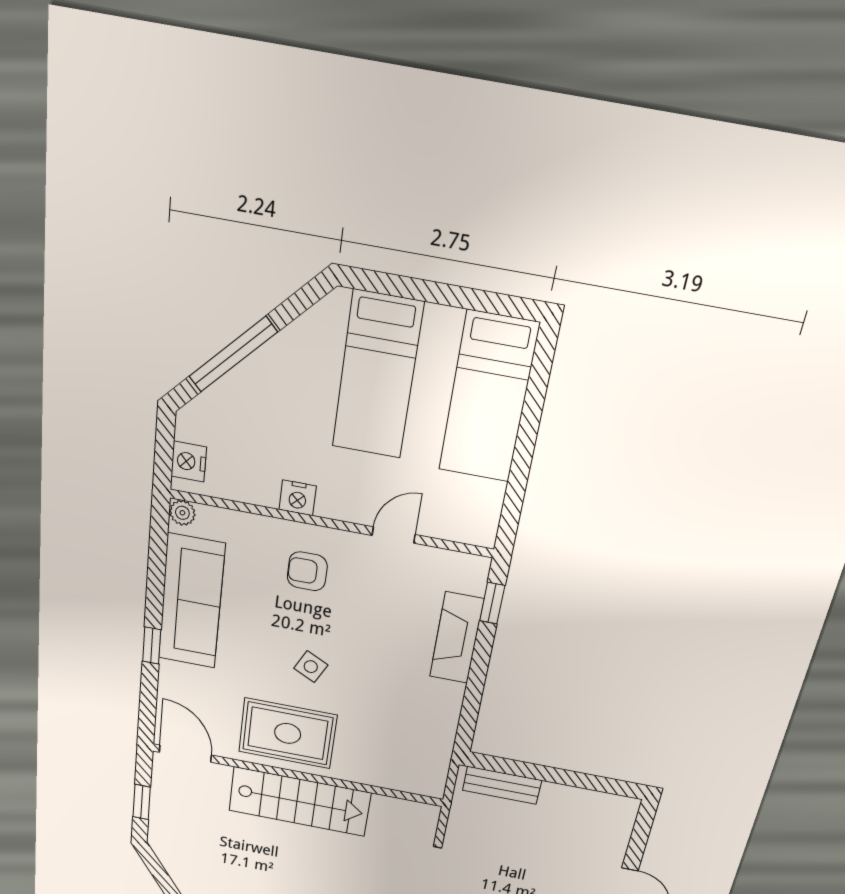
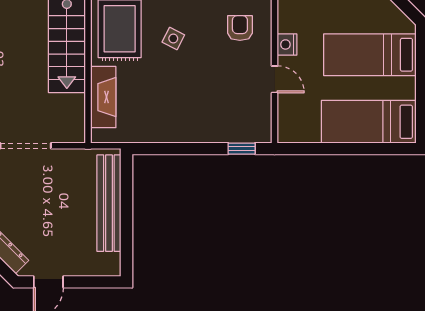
nightstand: (298, 498) -> (287, 44), moved
fireplace: (457, 638) -> (103, 97), moved, turned 90
bench: (502, 785) -> (109, 203), width x1.86, depth x1.21

